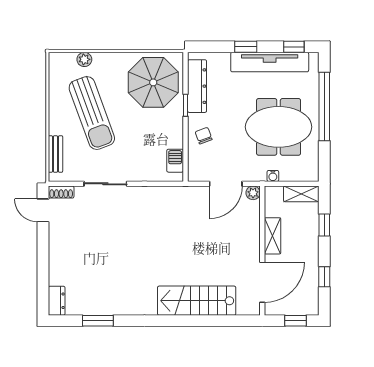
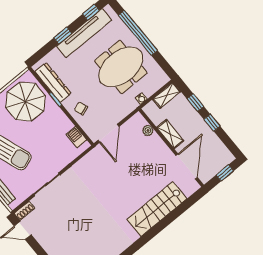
door: (226, 184) -> (108, 133), moved
plant: (253, 193) -> (148, 130), moved
window: (324, 277) -> (212, 123), moved

